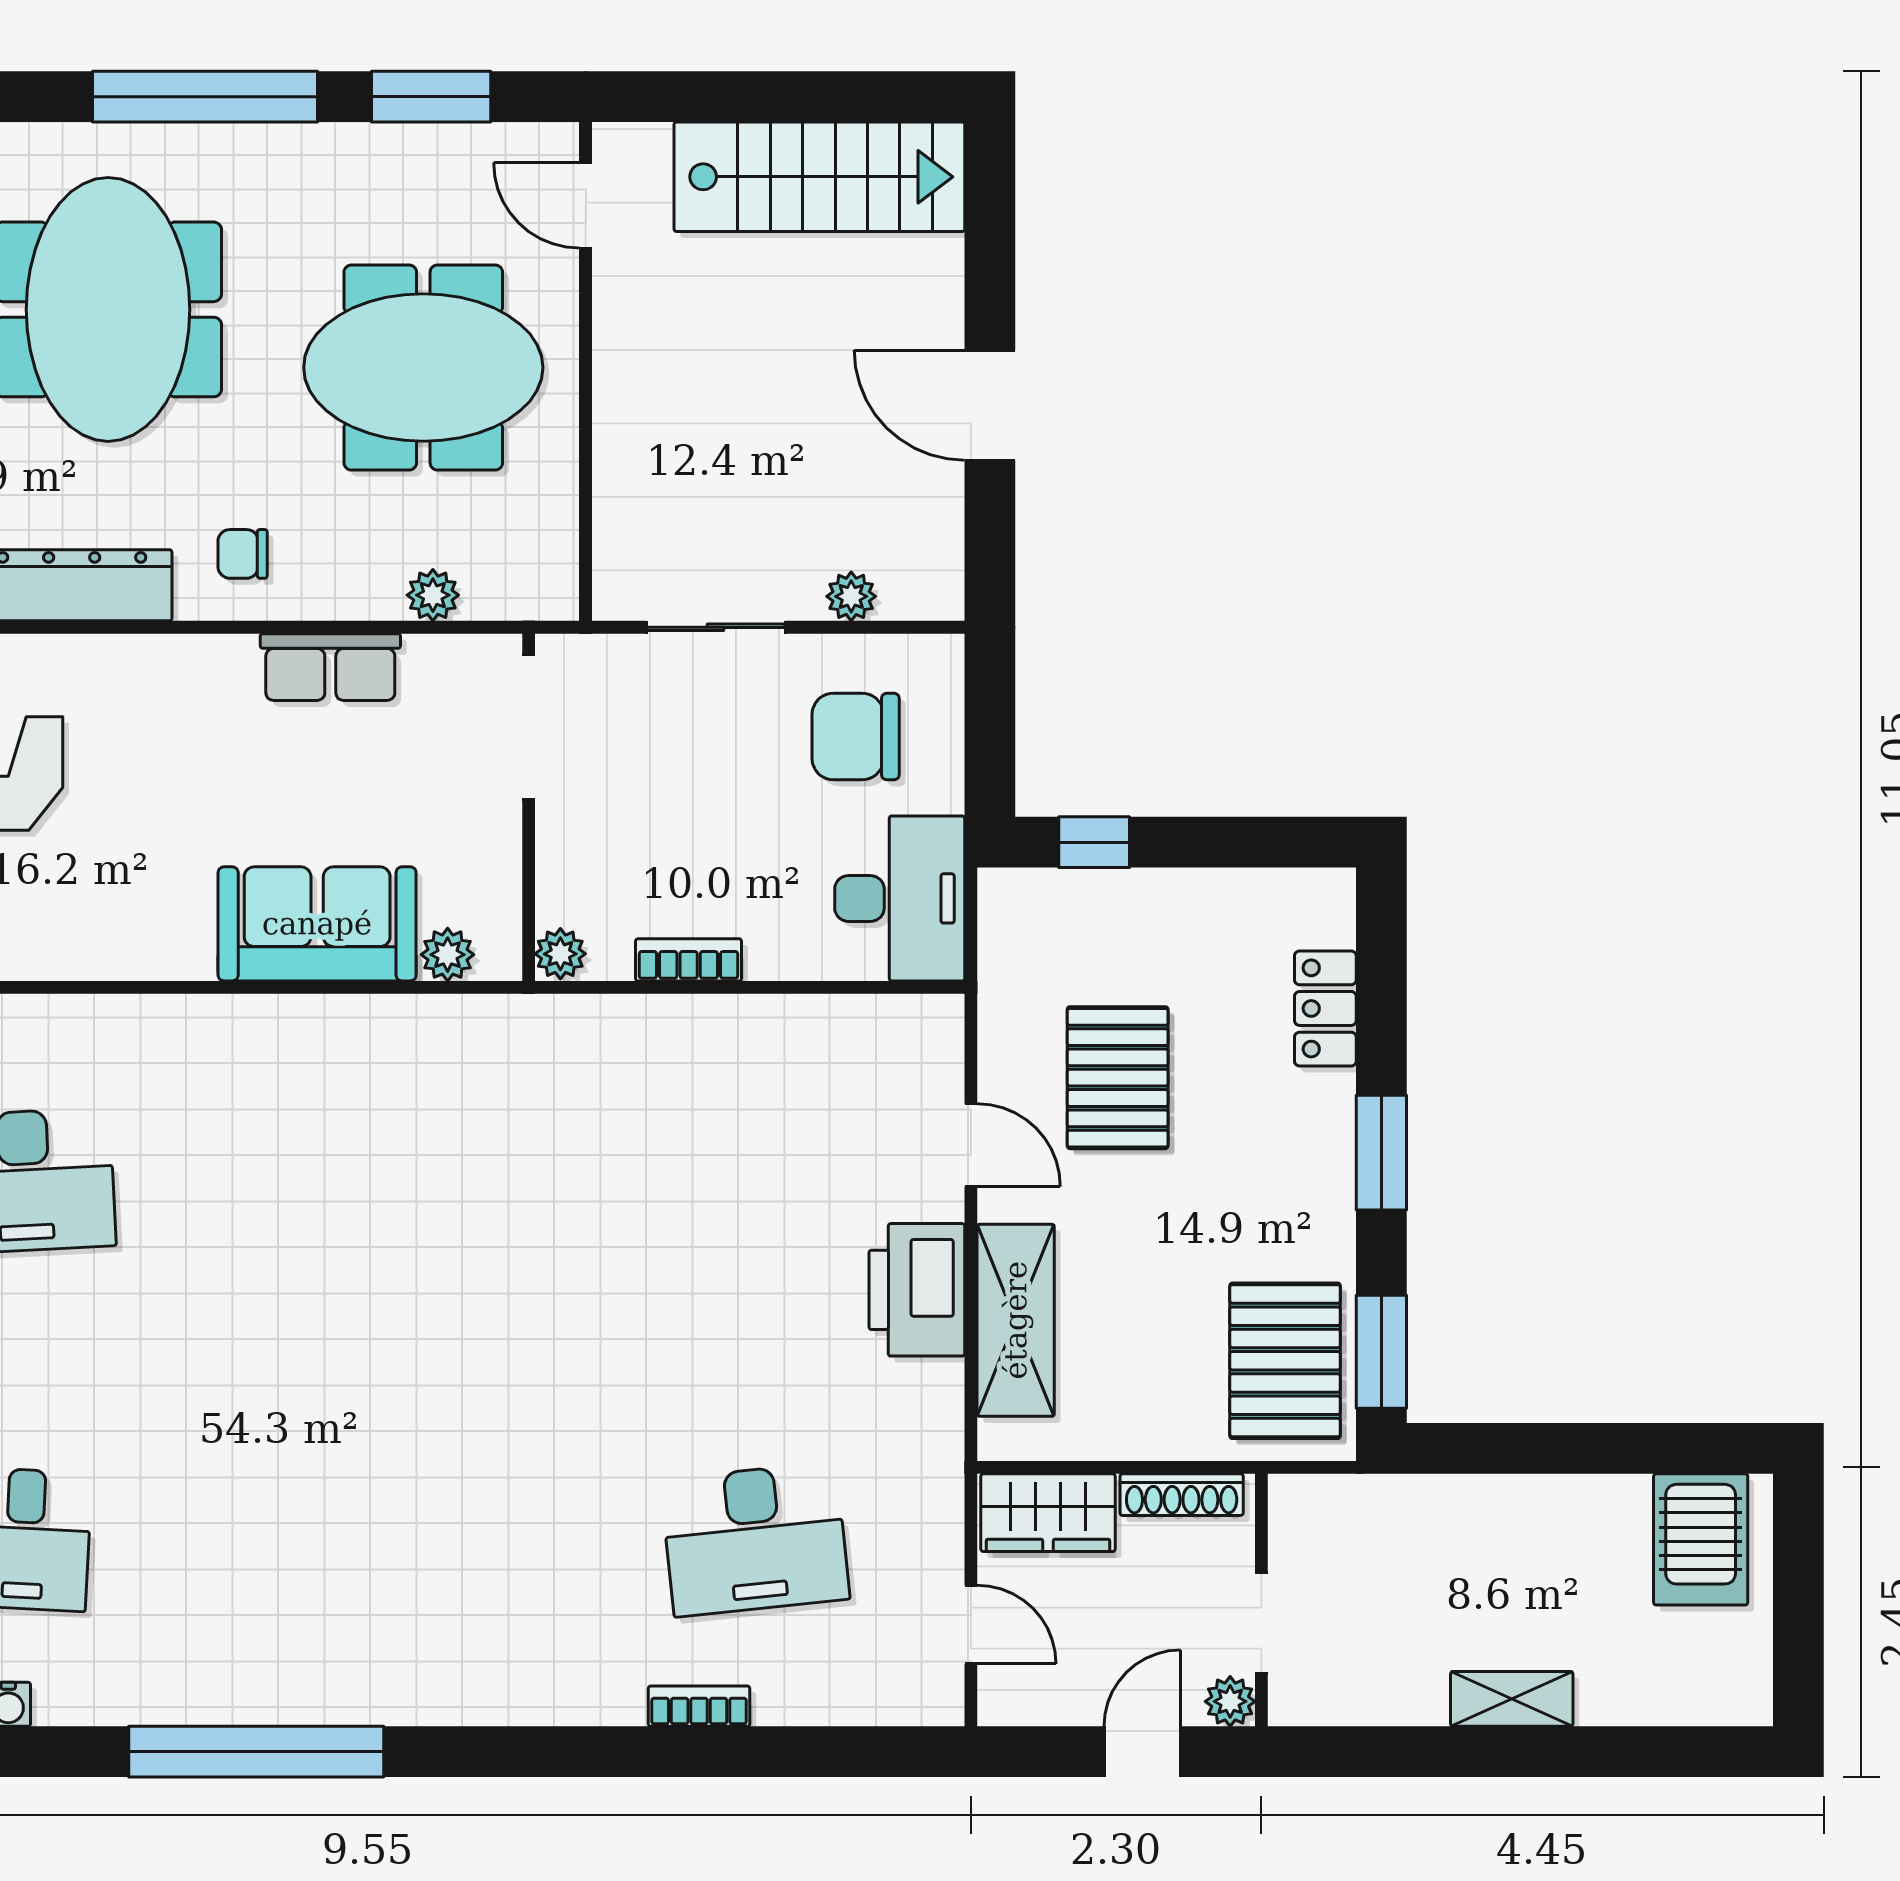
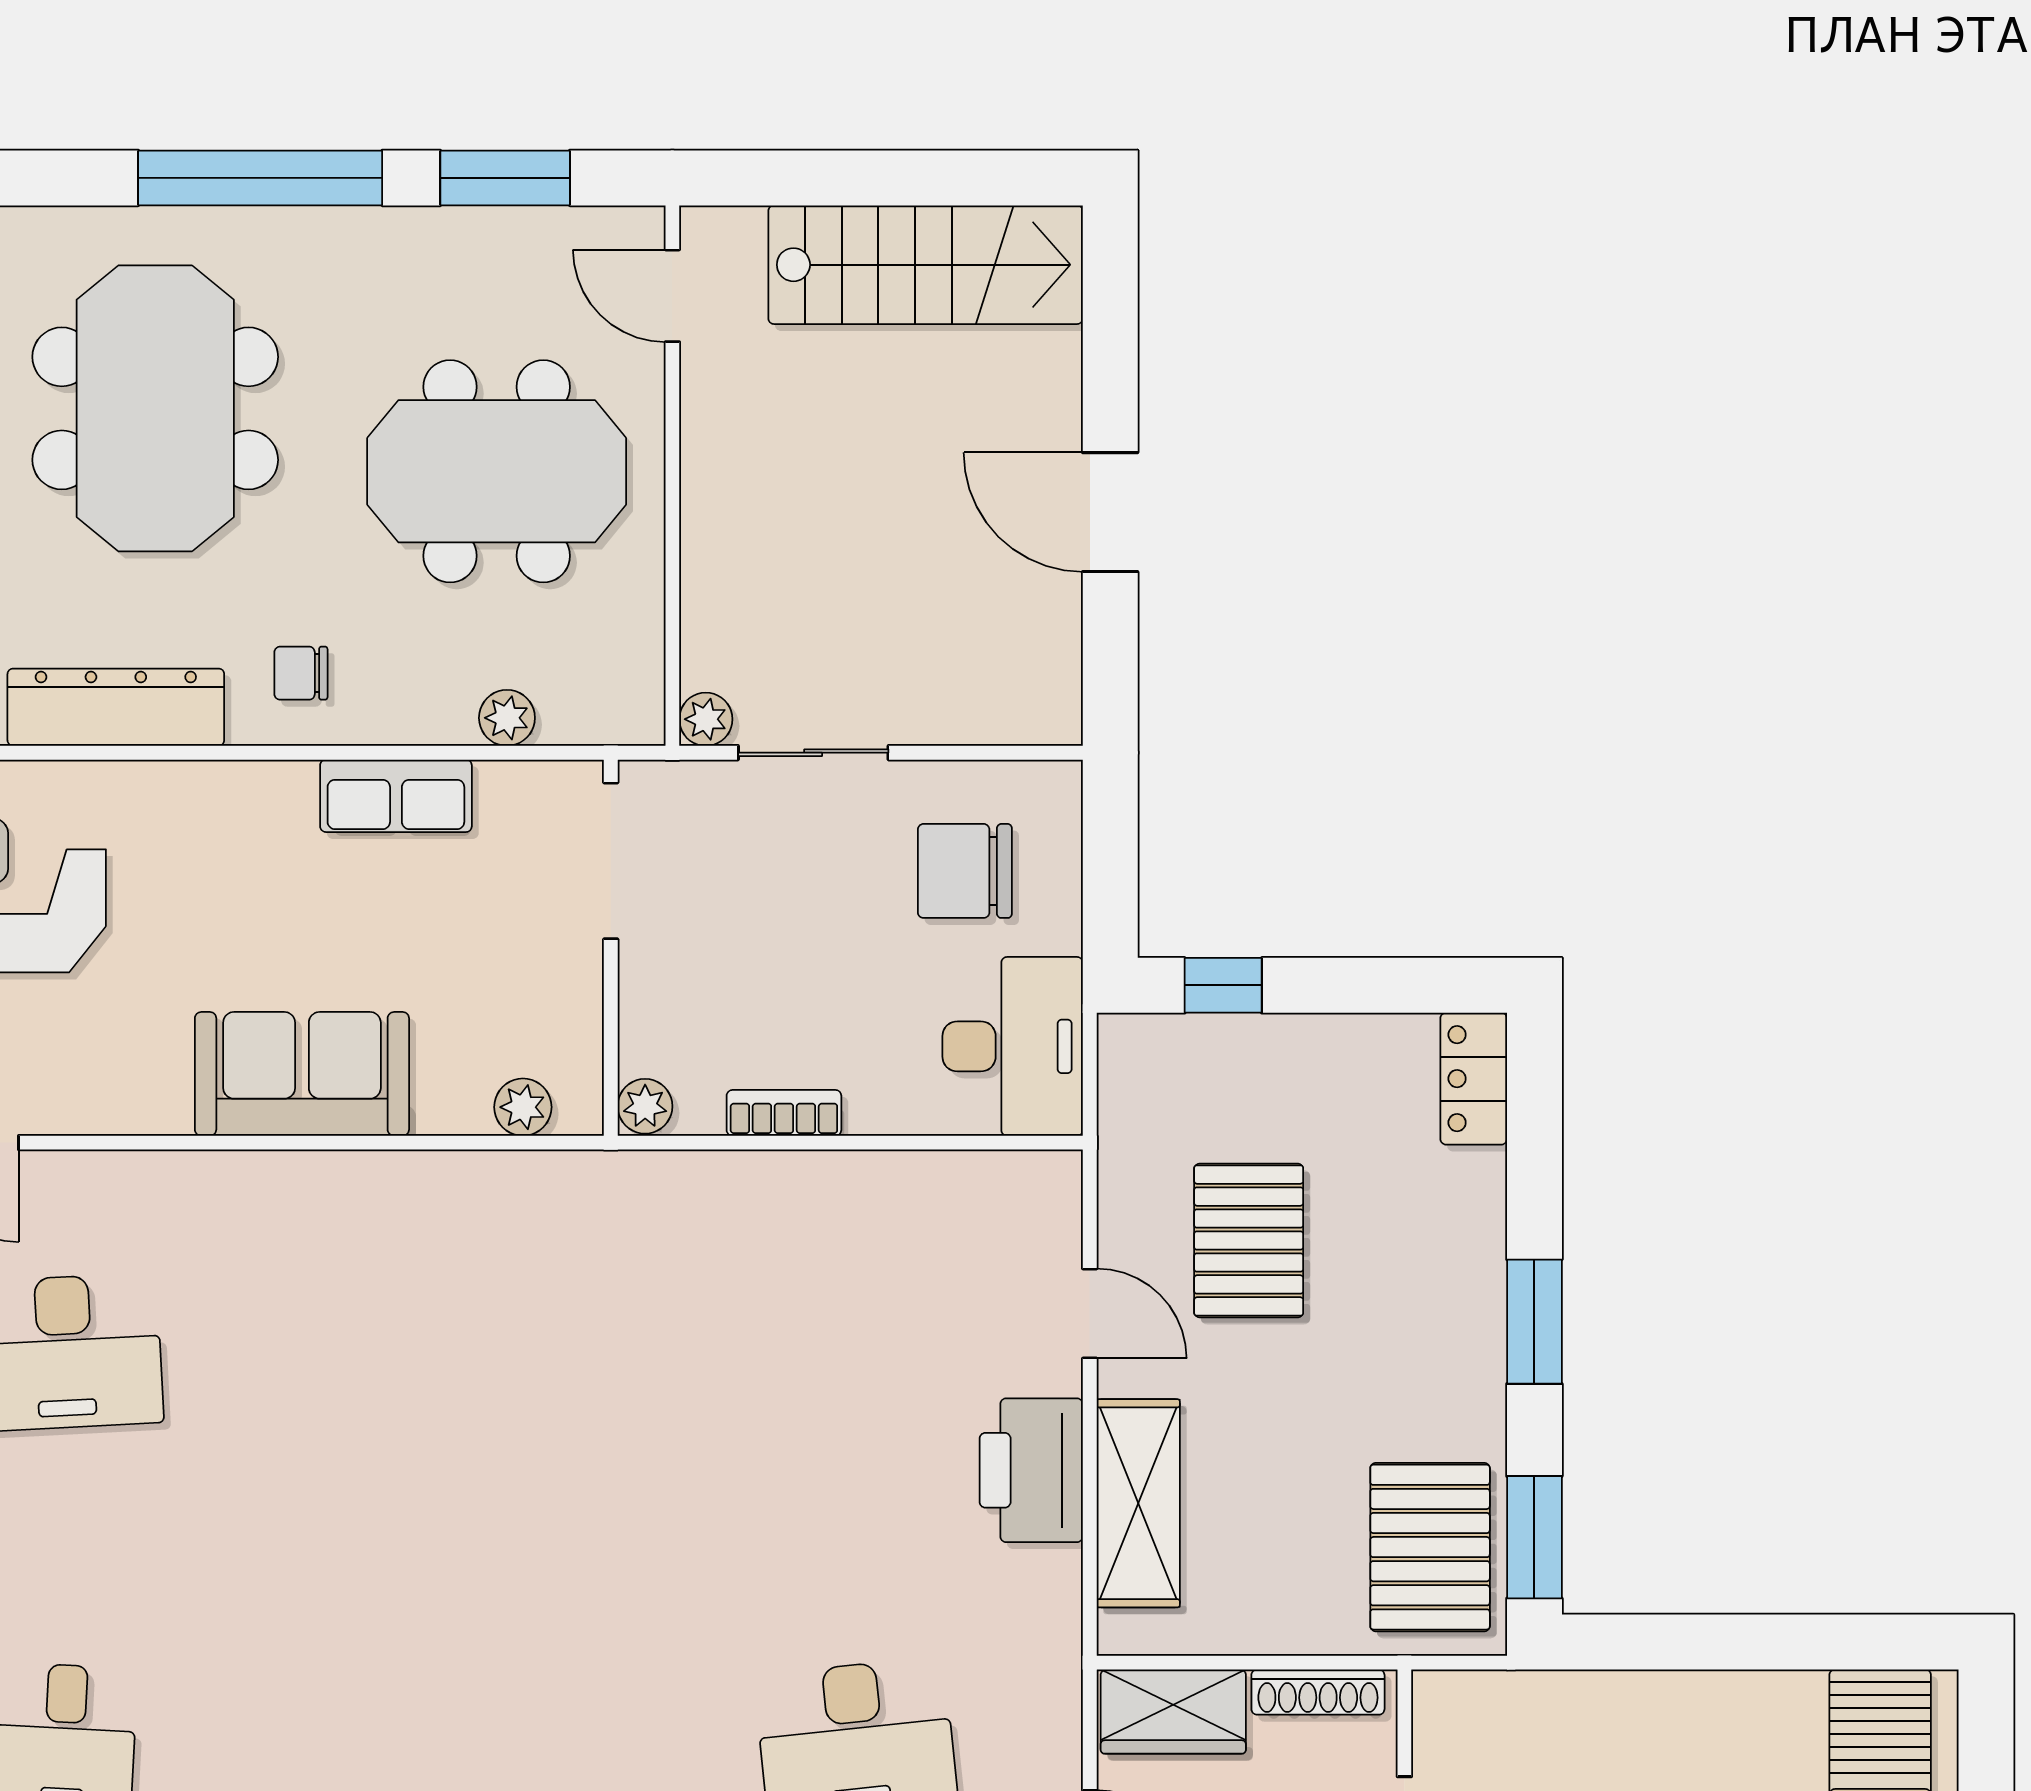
plant: (851, 596) -> (706, 719), moved
sofa: (317, 924) -> (302, 1074), moved
locker: (1325, 1008) -> (1474, 1079), moved

